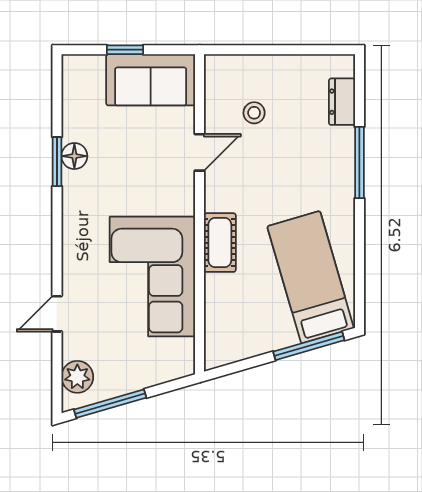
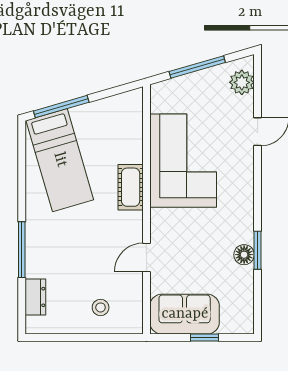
stool: (254, 113) -> (101, 307), moved
window: (110, 404) -> (197, 67), moved

